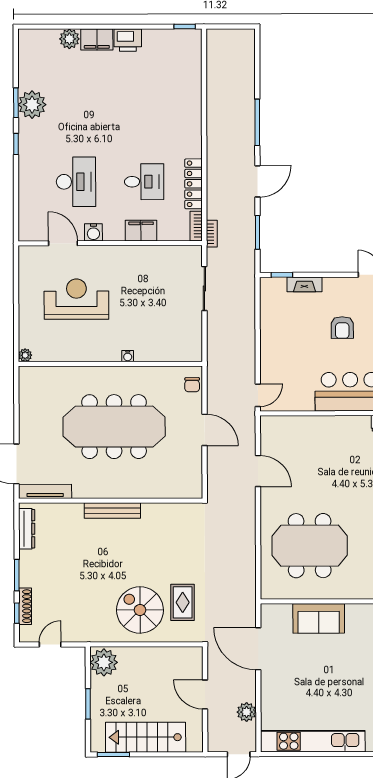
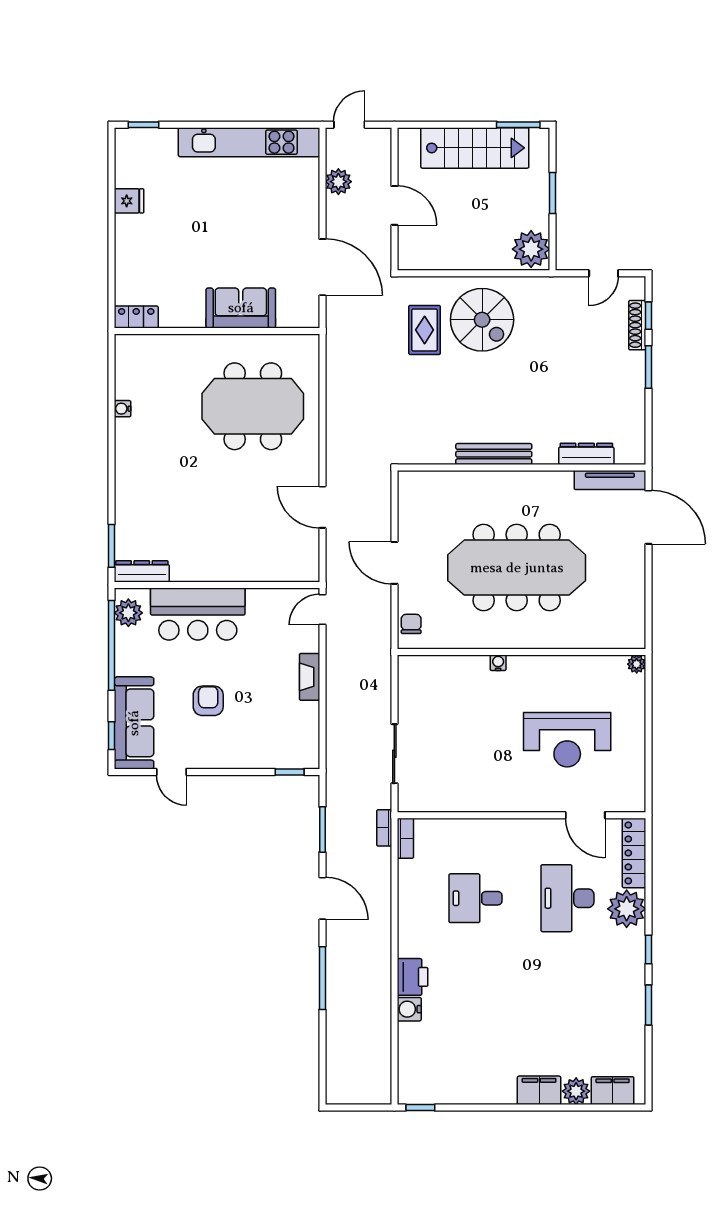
printer: (128, 40) -> (412, 977), moved, turned 90
plant: (32, 105) -> (627, 909), moved
door: (257, 181) -> (322, 898), swing flipped
locker: (193, 184) -> (634, 853), moved, turned 180
filing cabinet: (141, 231) -> (613, 1091), moved, turned 180
water cooler: (93, 232) -> (409, 1009), moved, turned -90
fireplace: (304, 284) -> (310, 677), moved, turned -90
bench: (112, 511) -> (494, 454), moved
dresser: (27, 529) -> (586, 454), moved, turned 90

